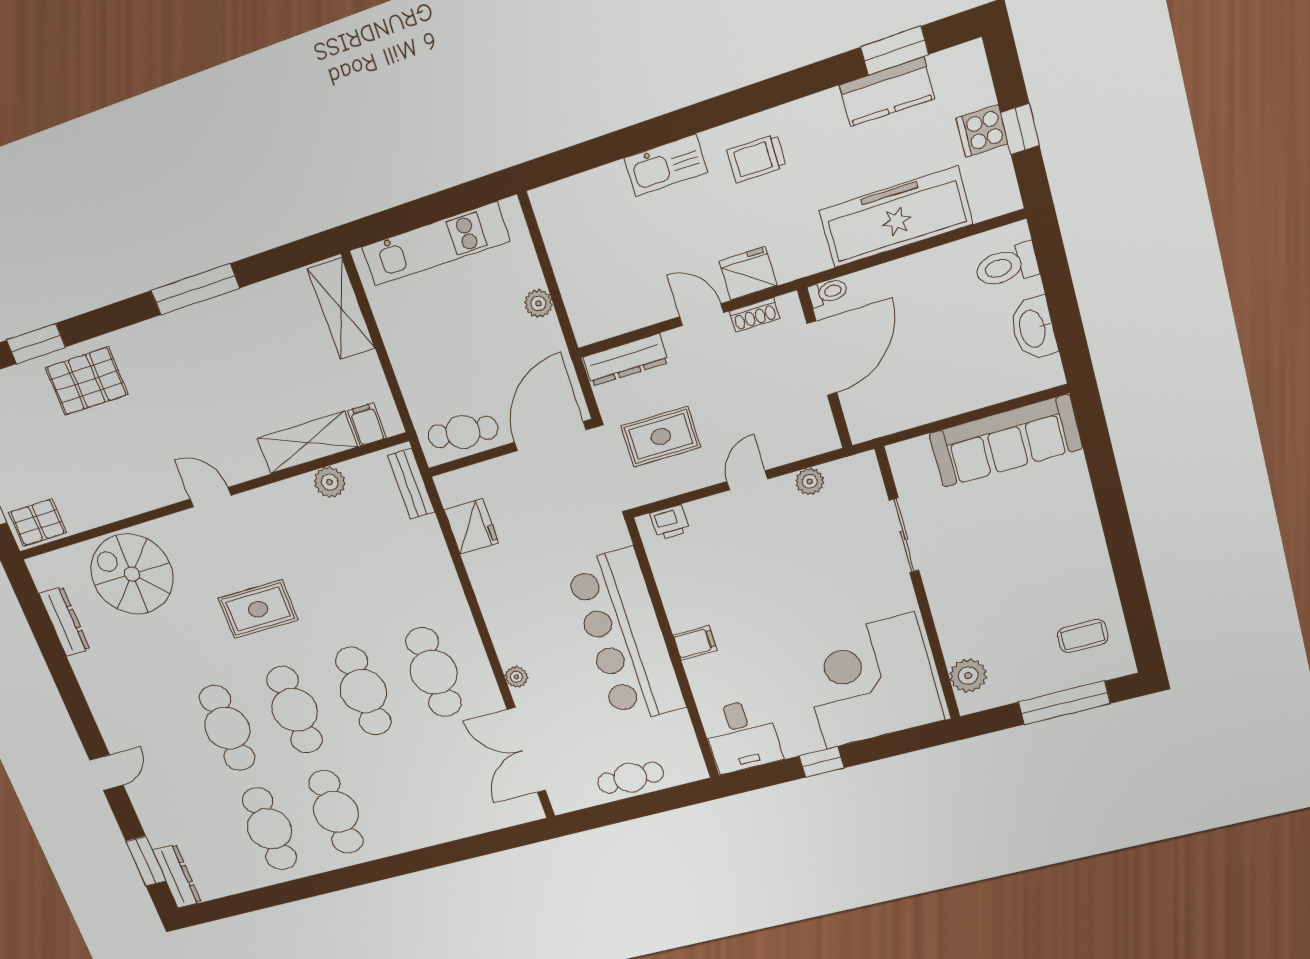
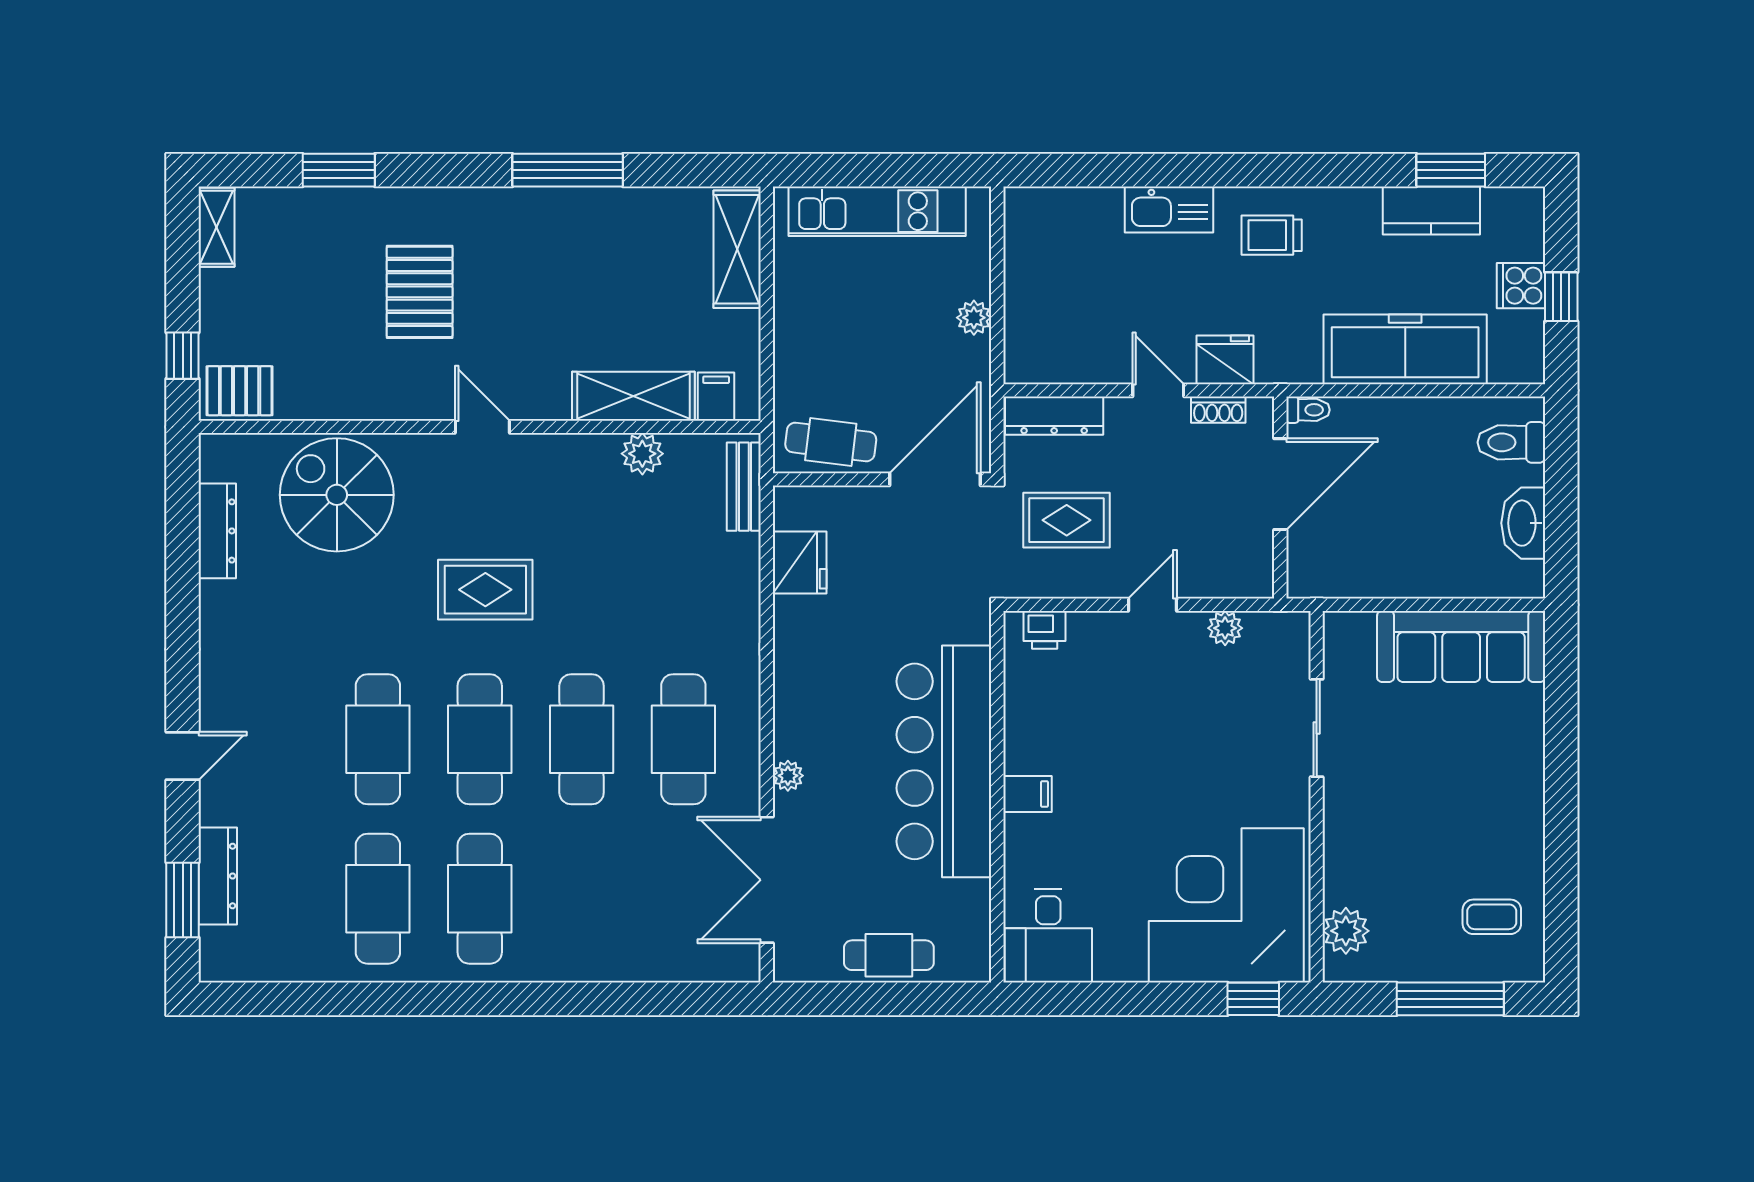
pallet: (87, 381) -> (420, 292), moved, turned 90
window: (822, 762) -> (1253, 999), moved
dresser: (177, 876) -> (218, 876), moved

